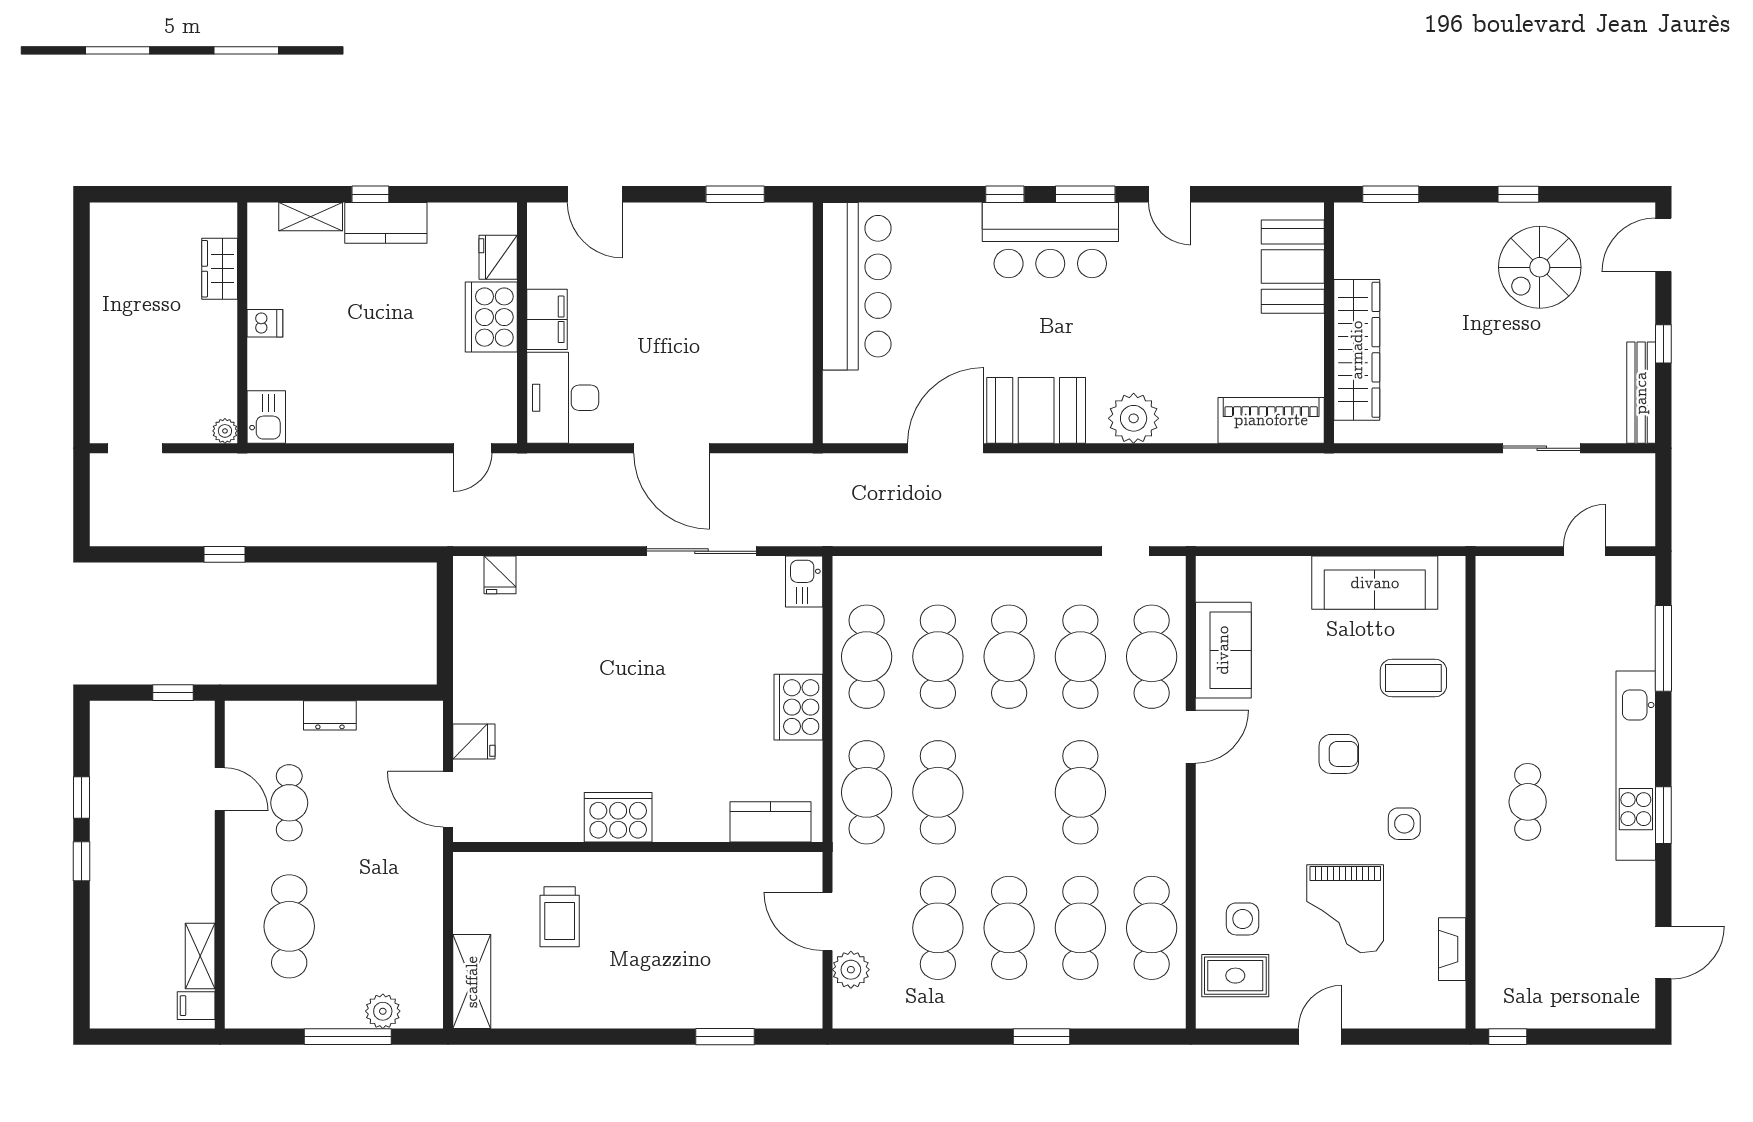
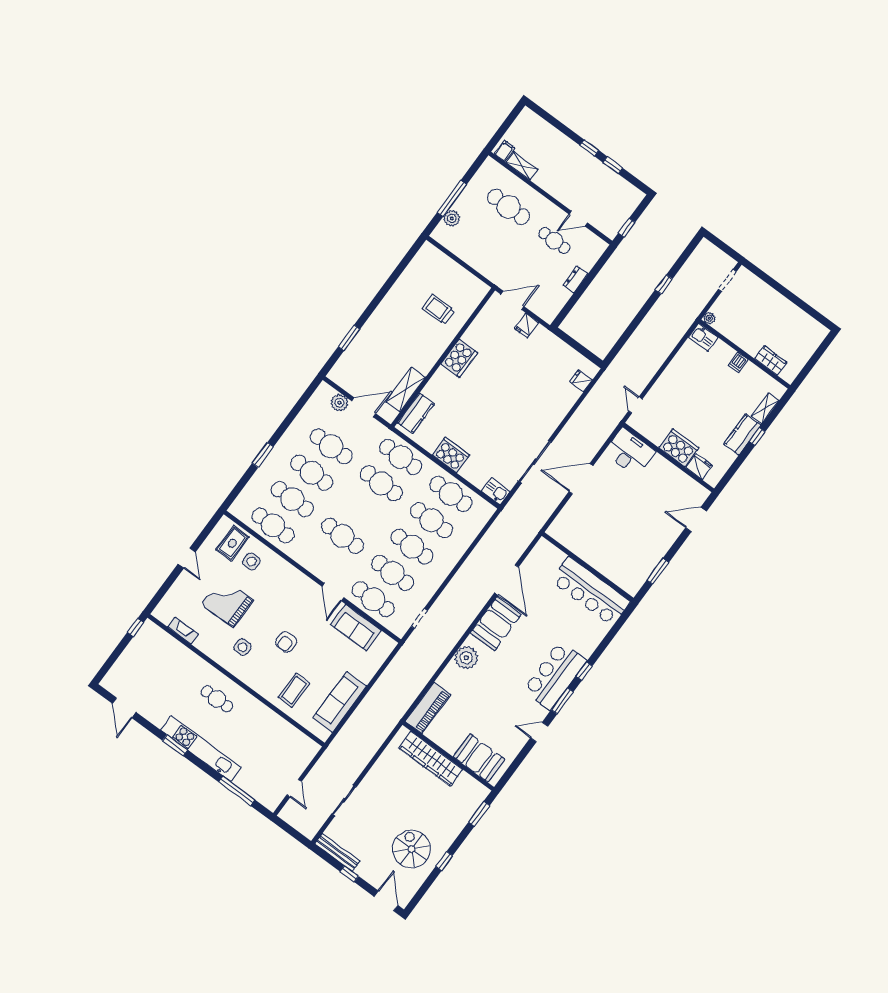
filing cabinet: (547, 319) -> (663, 468), removed
shelving: (472, 982) -> (406, 390), moved, turned 90

